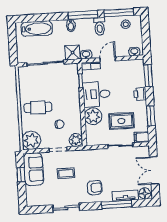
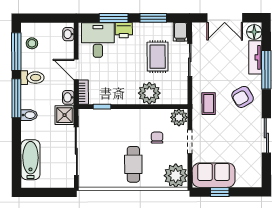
window: (148, 76) -> (114, 18), moved
desk: (97, 94) -> (98, 40), moved, turned 180
coffee table: (66, 173) -> (209, 104), moved
armchair: (95, 188) -> (243, 97), turned -120

